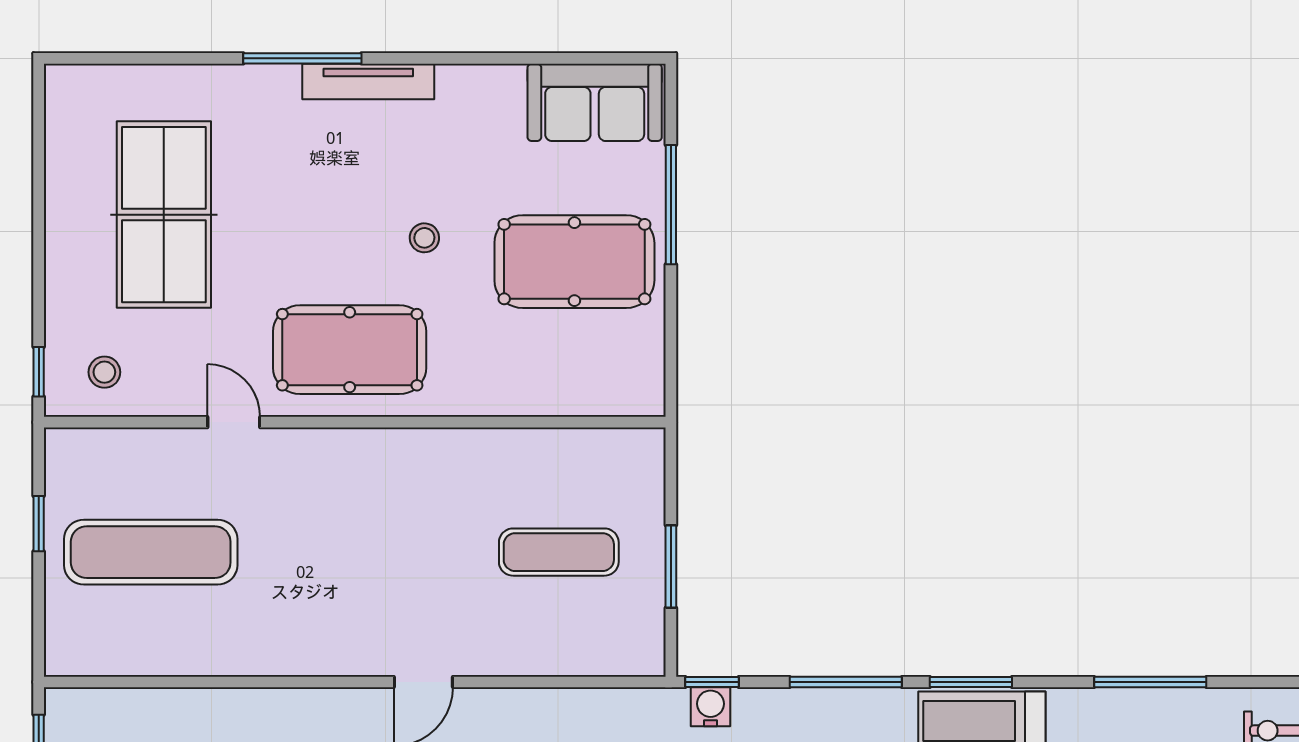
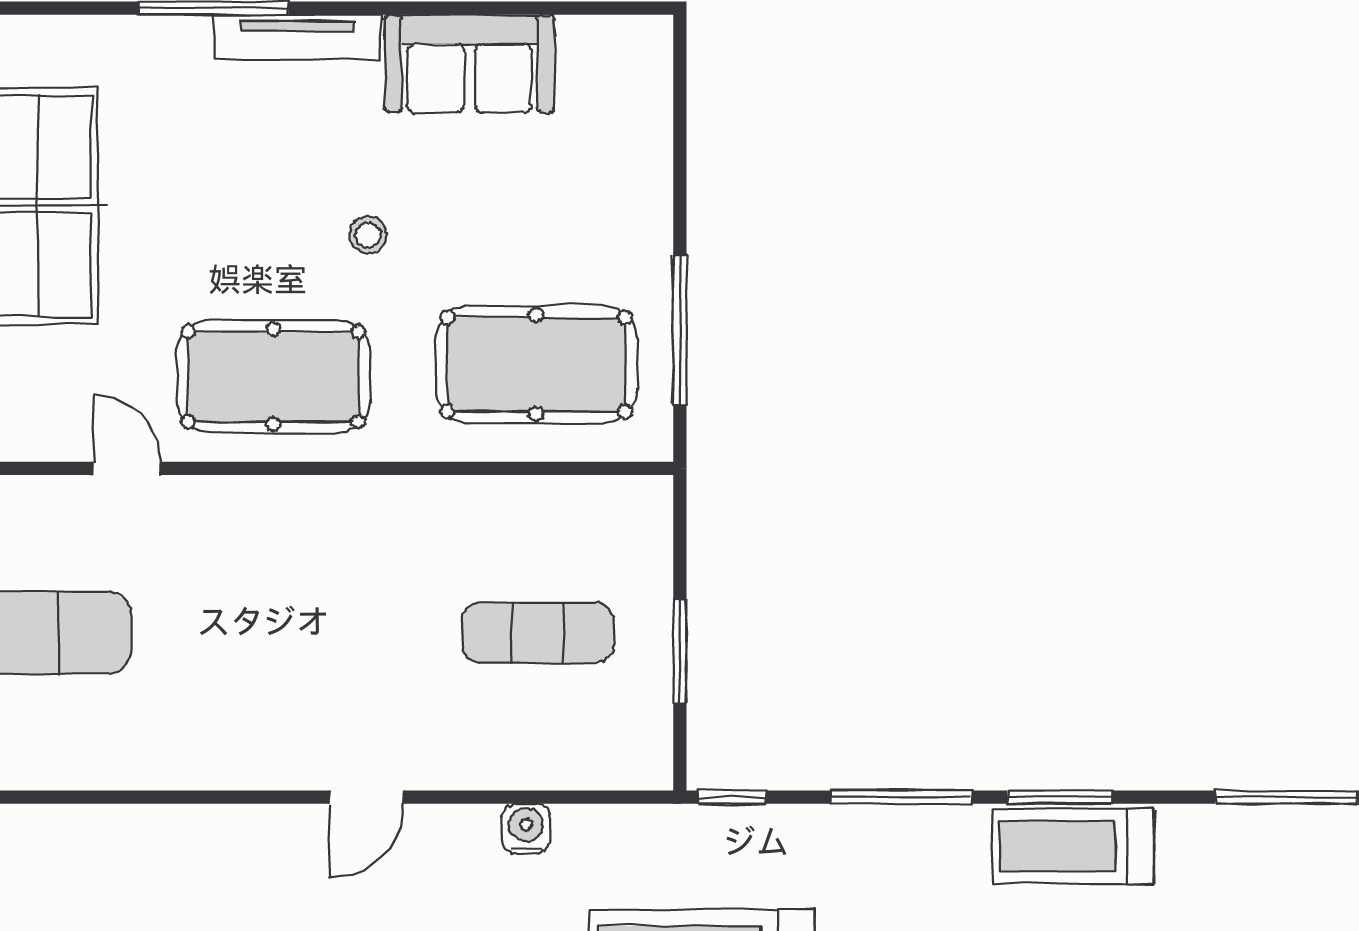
sofa: (595, 102) -> (469, 64), moved
window: (671, 205) -> (680, 329), moved
pool table: (574, 262) -> (536, 364), moved
water cooler: (711, 707) -> (526, 829), moved

